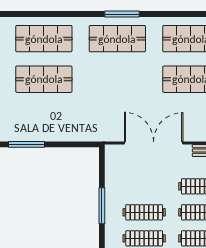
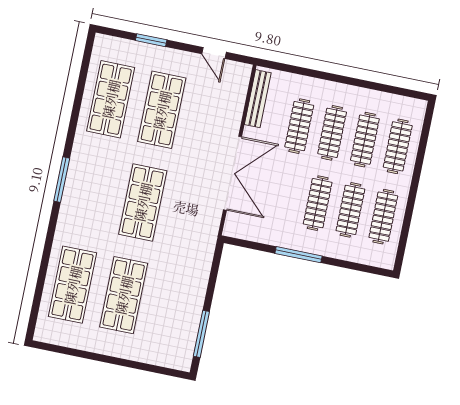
shop shelf: (117, 39) -> (143, 202), moved
double door: (154, 143) -> (233, 173), swing flipped

